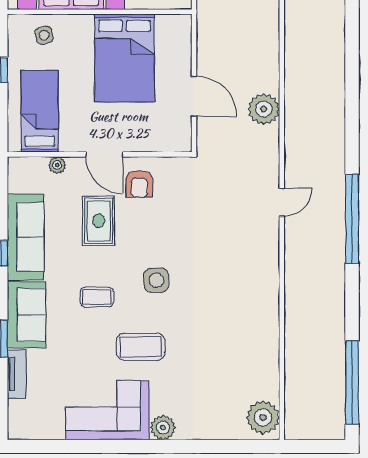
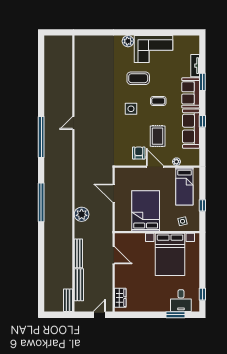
plant: (264, 109) -> (82, 214), moved
door: (282, 202) -> (73, 123), moved
window: (352, 382) -> (41, 202), moved
plant: (263, 417) -> (82, 46), removed

